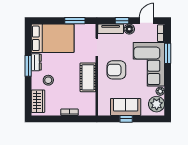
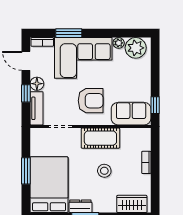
window: (75, 21) -> (26, 171), moved
armchair: (116, 70) -> (91, 101), turned -90
stool: (48, 80) -> (104, 171), moved
sofa: (126, 107) -> (131, 114), moved, turned 90
window: (126, 119) -> (155, 105), moved

